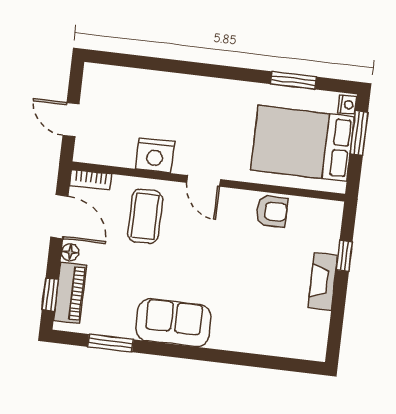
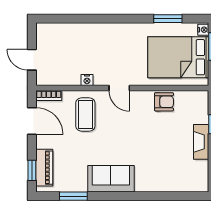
nightstand: (155, 155) -> (87, 80), width x0.53, depth x0.56
floor lamp: (70, 252) -> (41, 142), removed

